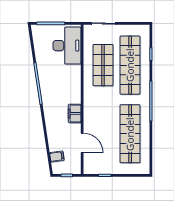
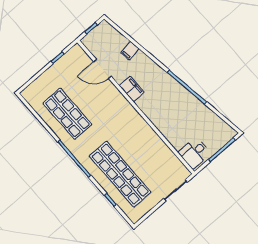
desk: (67, 46) -> (194, 153), width x0.53, depth x0.77
shop shelf: (103, 65) -> (144, 153), removed
shop shelf: (130, 134) -> (67, 114), width x0.71
filing cabinet: (57, 156) -> (130, 51), moved

